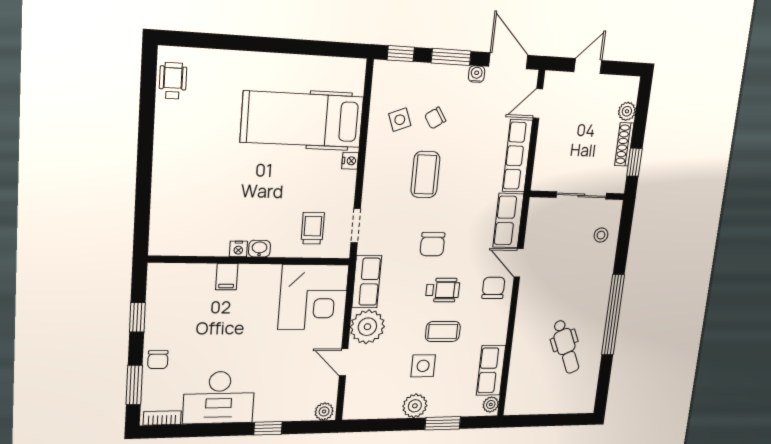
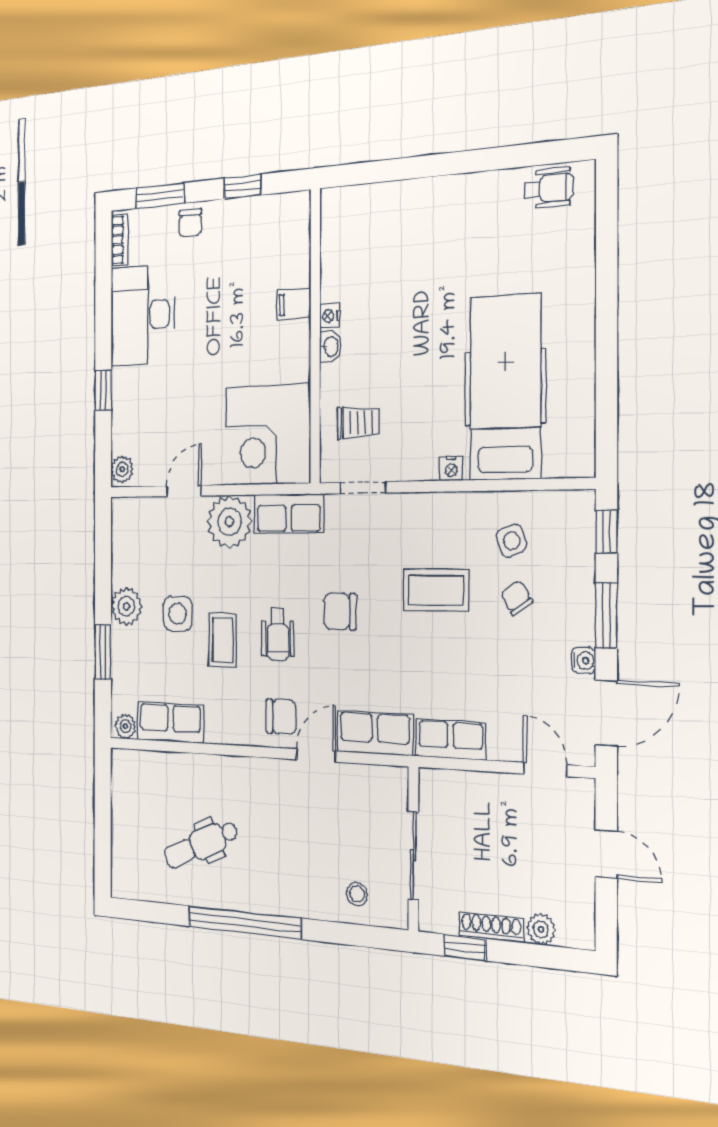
row of seats: (517, 156) -> (451, 740), width x0.68
chair: (158, 360) -> (190, 223), turned -90

